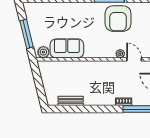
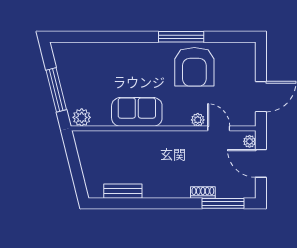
sofa: (67, 48) -> (137, 112), moved

